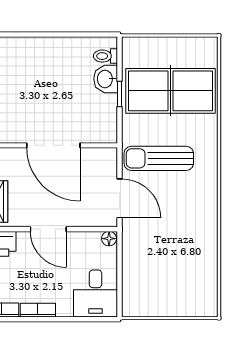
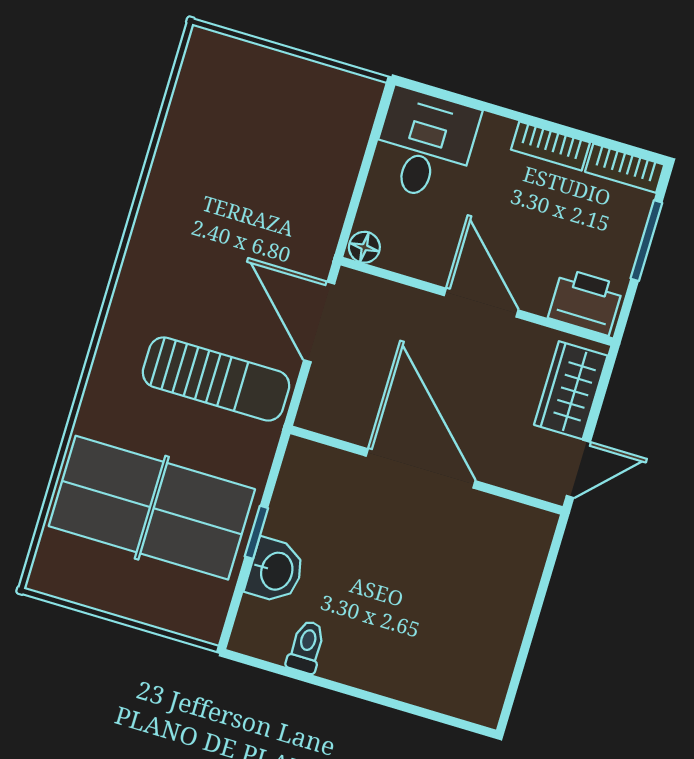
toilet: (105, 56) -> (306, 647), moved, turned -90

